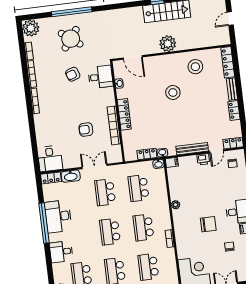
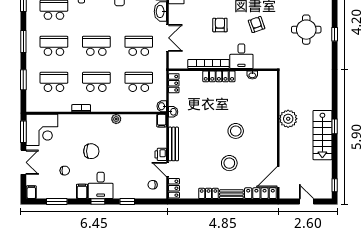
window: (72, 12) -> (335, 34), width x0.32
round table: (71, 39) -> (306, 30), turned -37
plant: (168, 44) -> (288, 119), moved
door: (133, 57) -> (278, 177), moved
stool: (195, 67) -> (229, 163), moved
armchair: (73, 74) -> (257, 24), moved
desk: (100, 77) -> (241, 56), moved
armchair: (86, 130) -> (220, 25), moved
locker: (147, 154) -> (174, 83), moved
chair: (208, 224) -> (91, 151), turned -90

